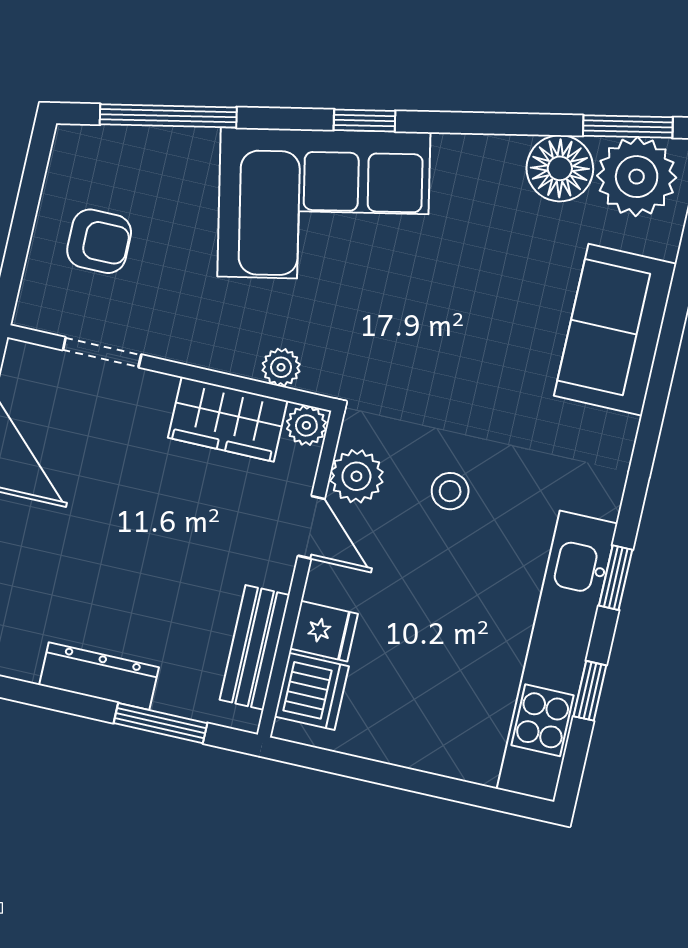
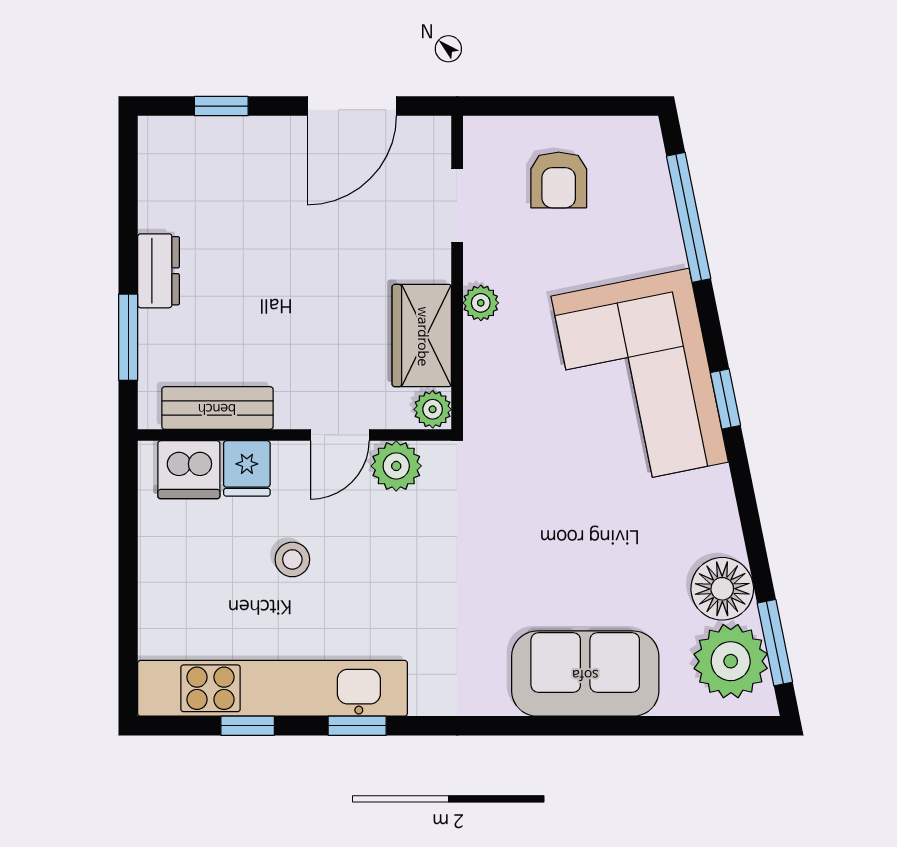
plant: (281, 367) -> (481, 303), moved
stool: (450, 491) -> (292, 559), moved
dresser: (99, 676) -> (159, 271), width x0.70

